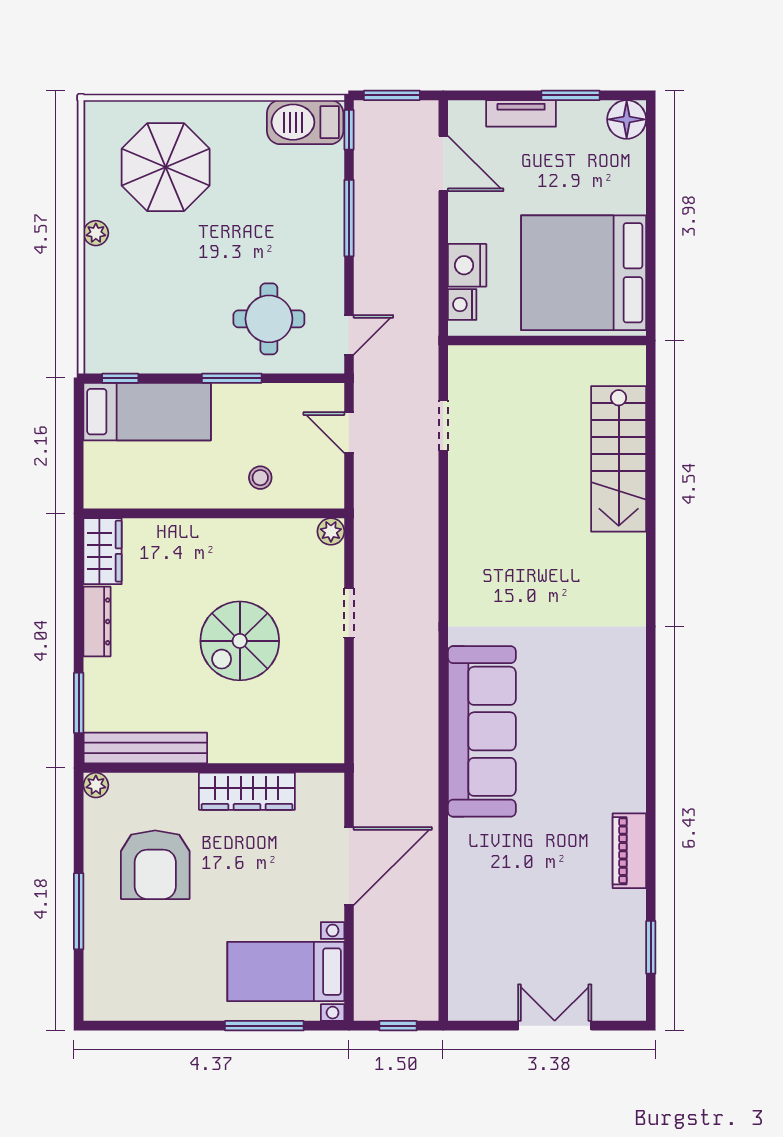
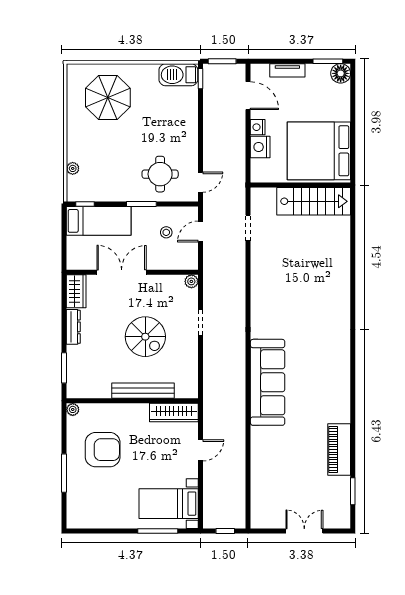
window: (571, 95) -> (328, 61), moved
window: (349, 218) -> (200, 123), removed
plant: (96, 233) -> (73, 168), moved
nightstand: (462, 304) -> (258, 127), moved
door: (349, 433) -> (200, 232), hinge flipped
stairs: (619, 459) -> (314, 201), moved, turned -90
stool: (260, 478) -> (166, 232), moved
double door: (193, 513) -> (122, 272), added
spiral stairs: (240, 641) -> (145, 337), turned -90
bench: (145, 748) -> (143, 391), moved
wardrobe: (247, 791) -> (174, 413), moved
piano: (629, 851) -> (339, 449), width x1.37, depth x1.33
armchair: (155, 865) -> (103, 450), turned -90
door: (349, 866) -> (200, 450), width x0.53

